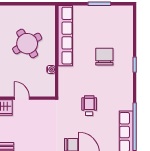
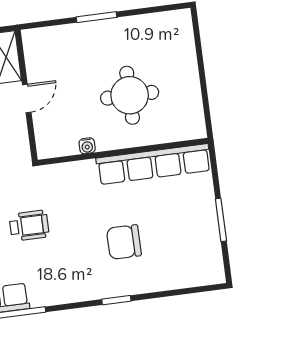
round table: (27, 44) -> (130, 95), turned 31
chair: (104, 57) -> (124, 242), turned 180

